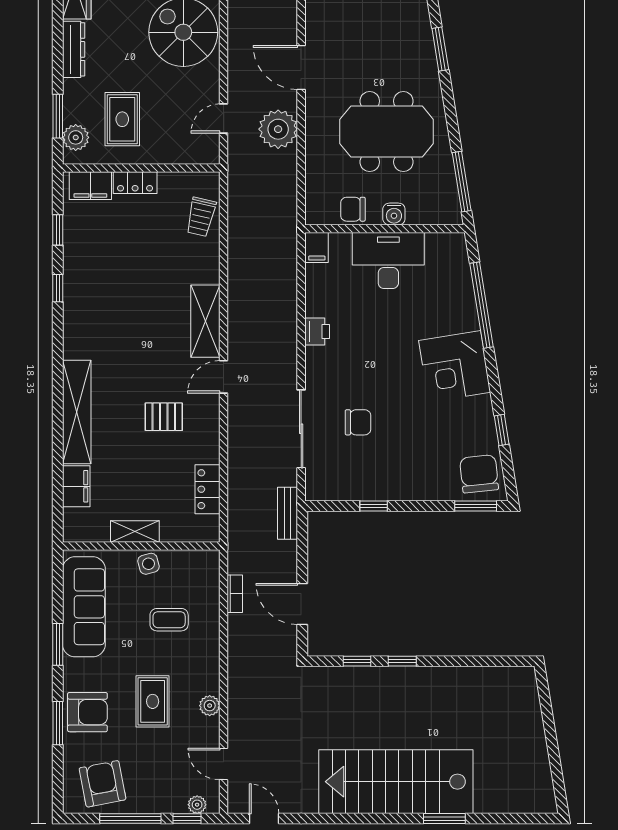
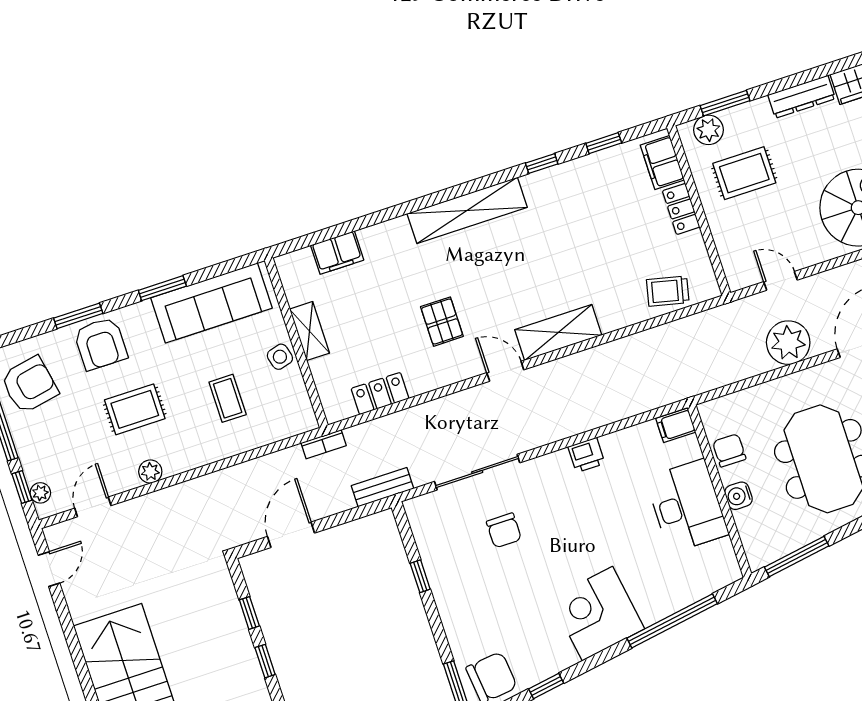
shelving: (77, 412) -> (467, 210), moved
bookcase: (235, 594) -> (324, 444), moved

